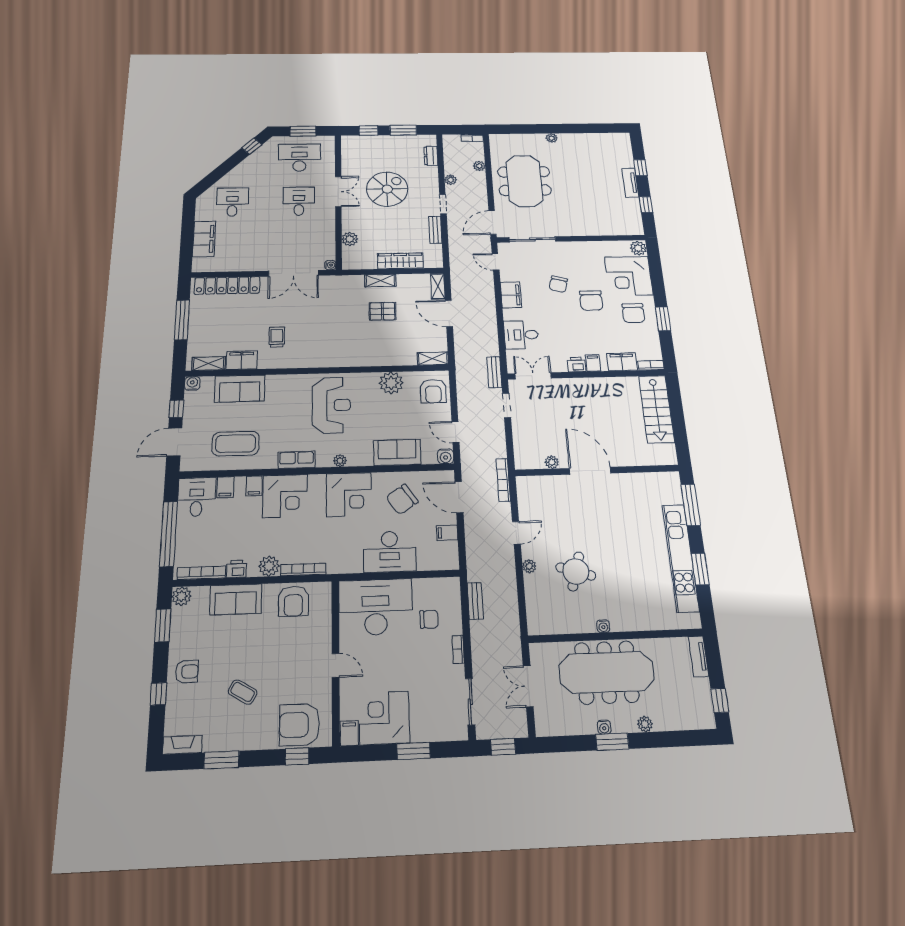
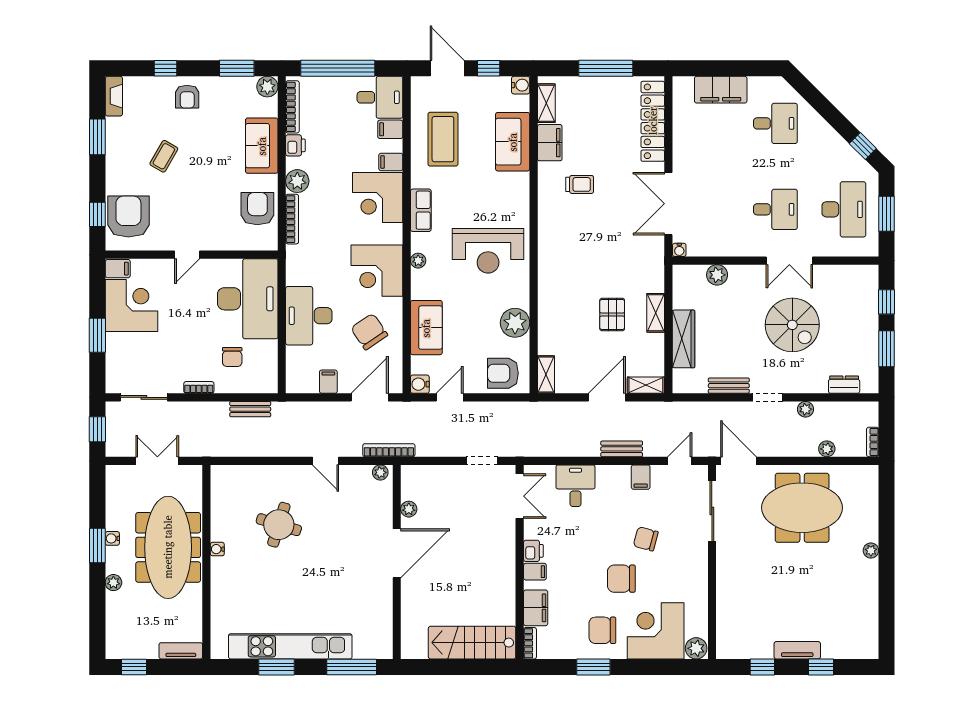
filing cabinet: (511, 295) -> (641, 477), width x0.50
bench: (494, 372) -> (622, 449), moved
plant: (529, 566) -> (380, 472), moved
armchair: (293, 601) -> (257, 209), turned 90

